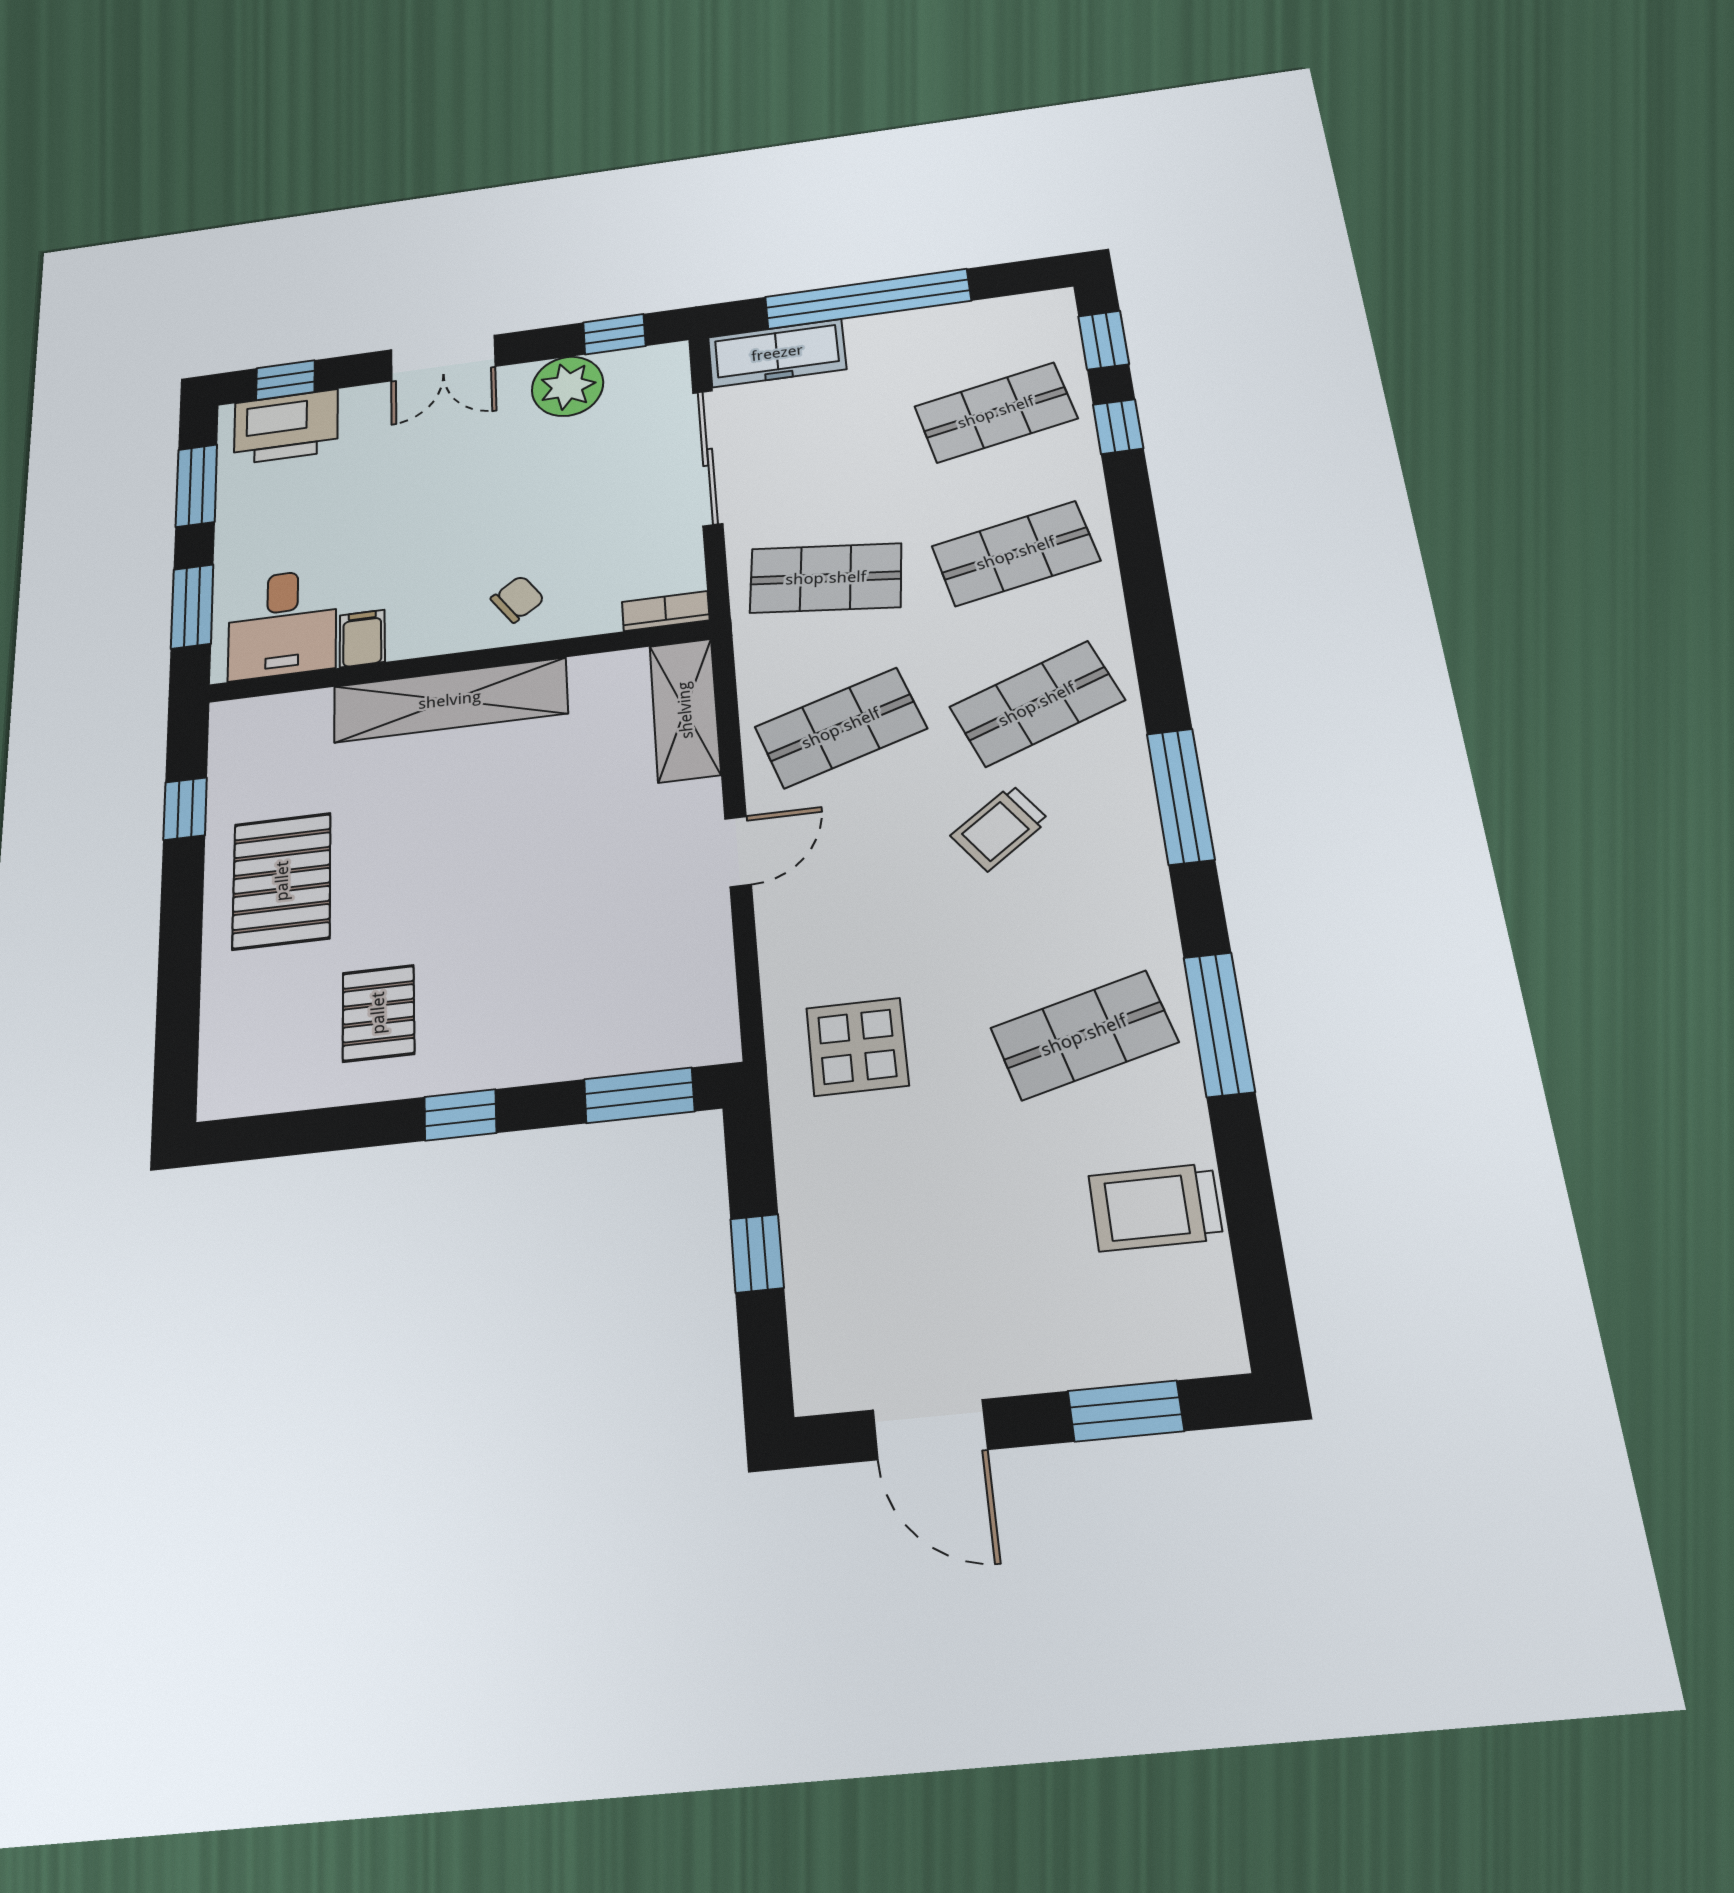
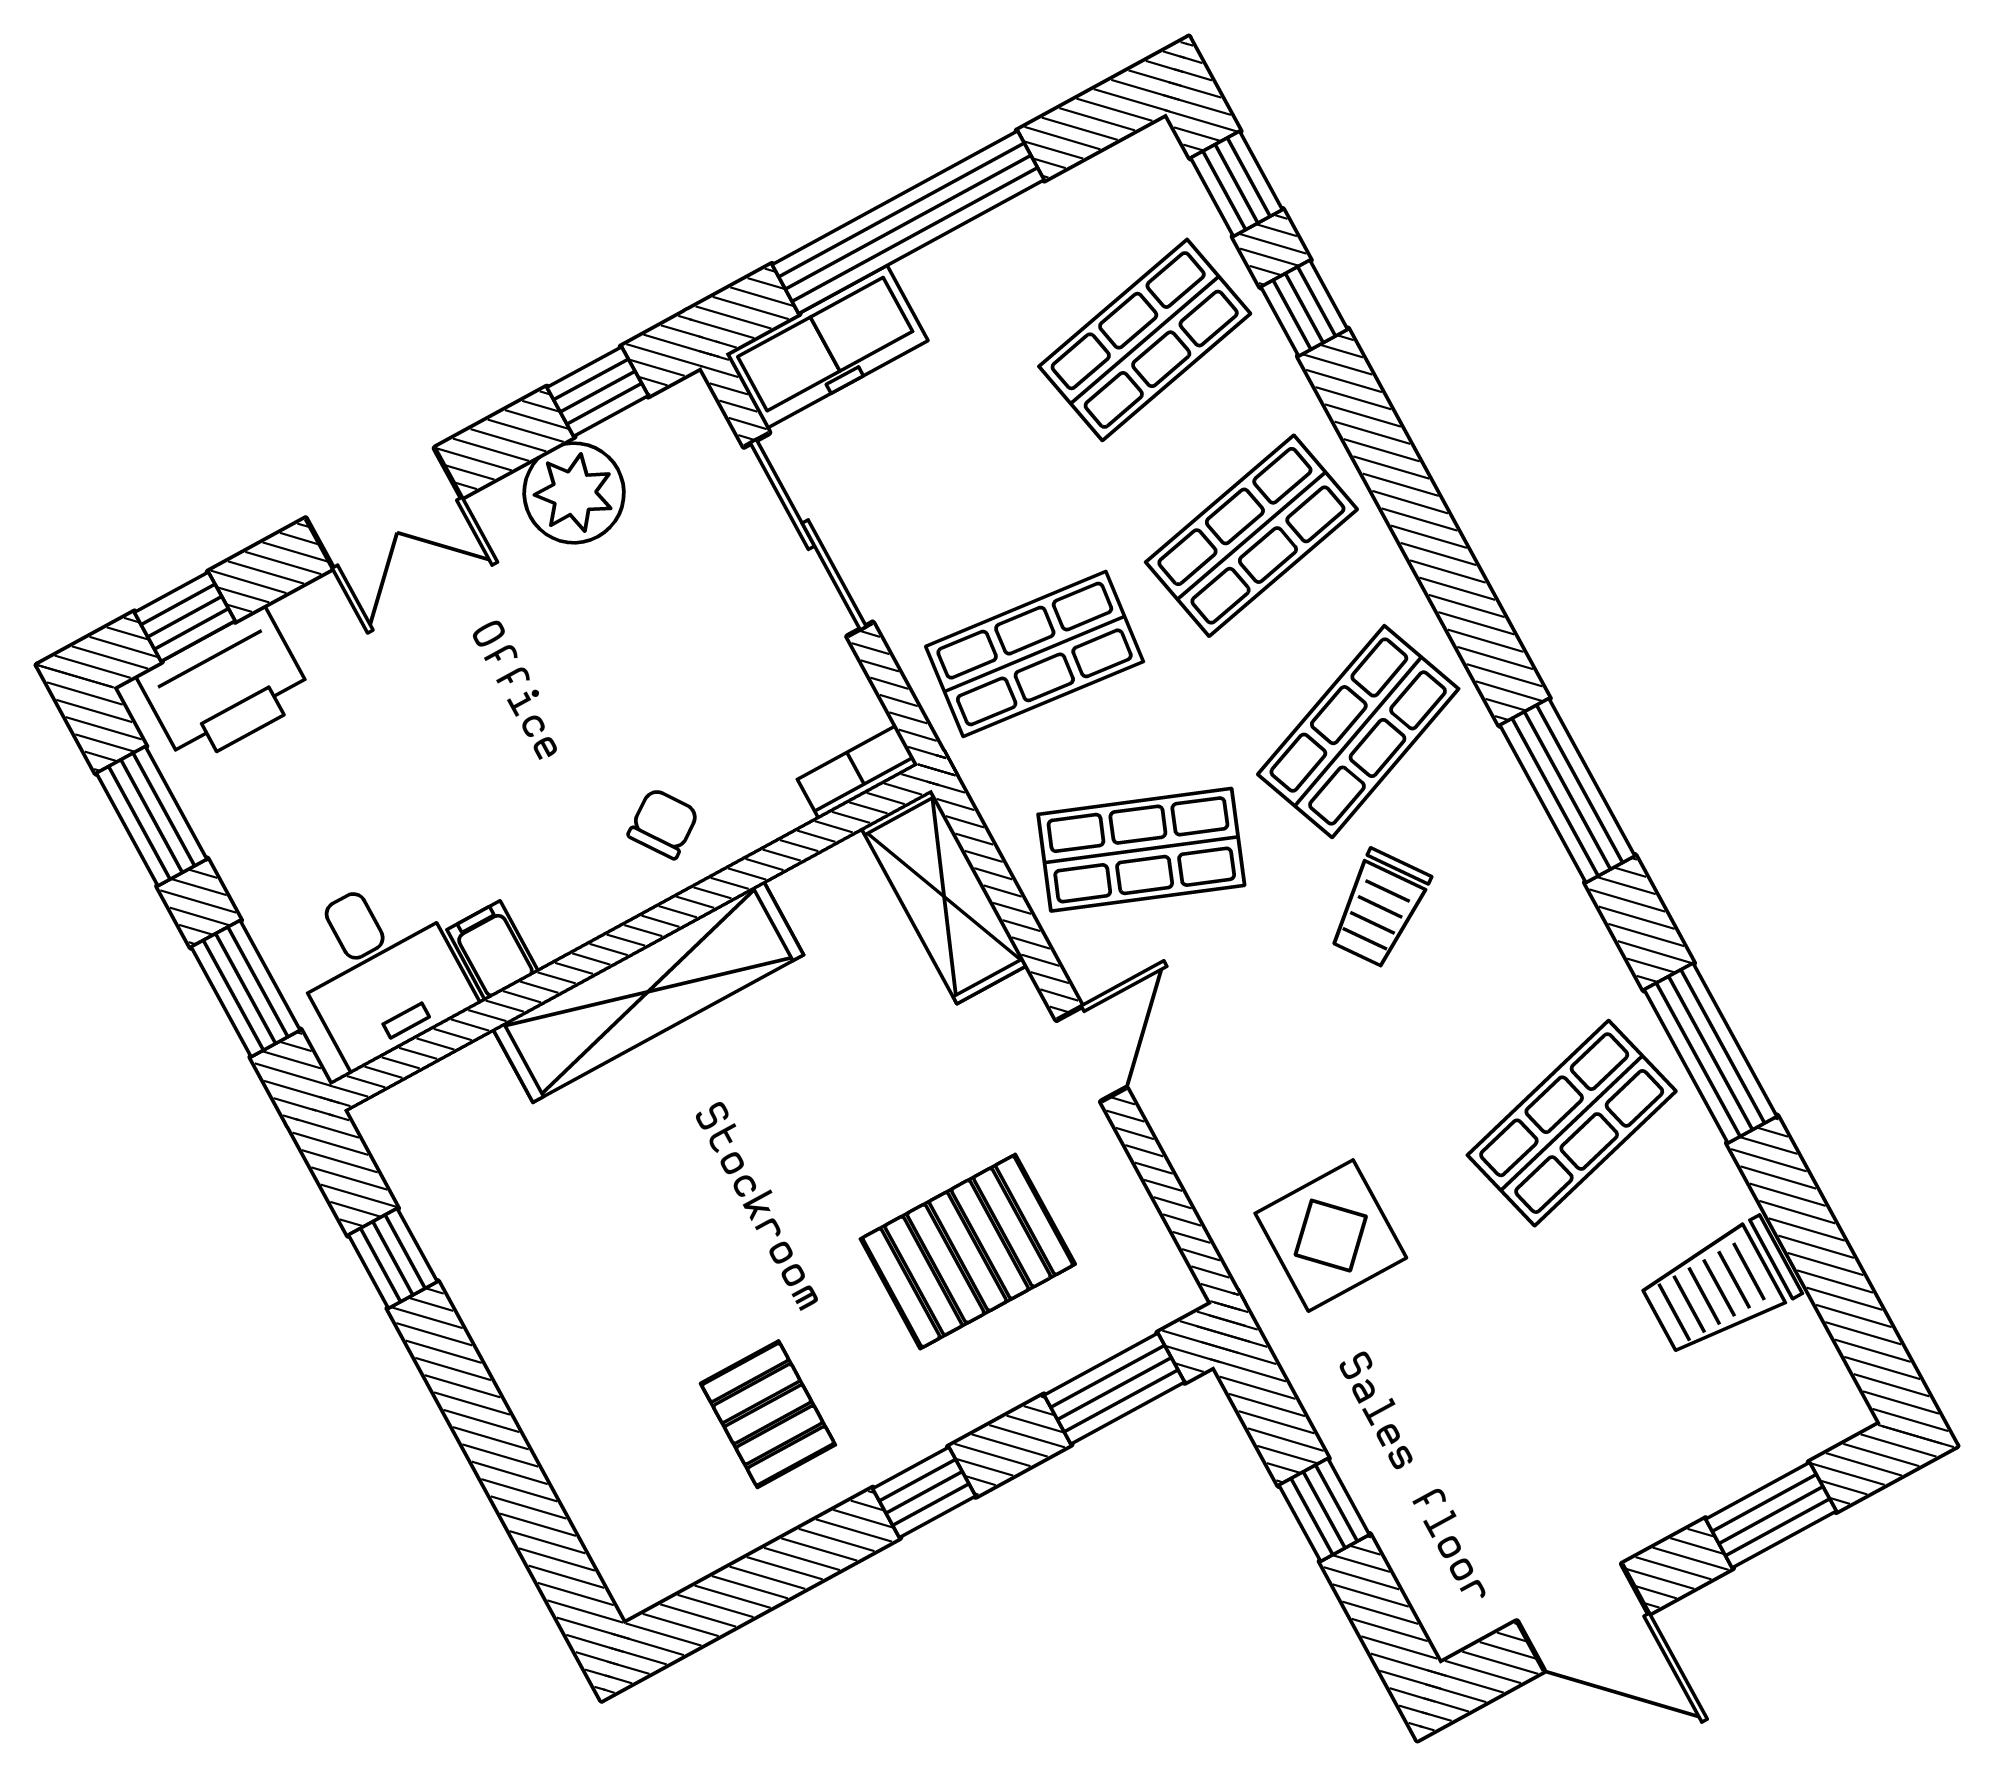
shop shelf: (841, 728) -> (1141, 850), turned 39
pallet: (282, 881) -> (968, 1252), moved, turned 90

